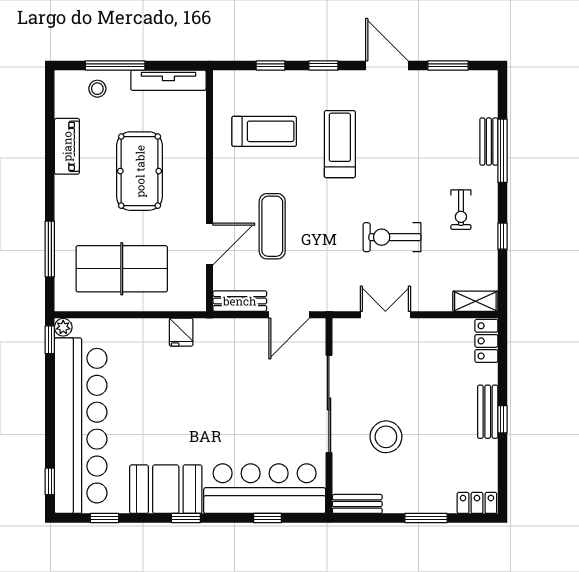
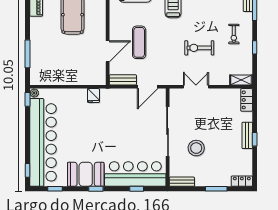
table tennis table: (122, 269) -> (64, 64), removed

